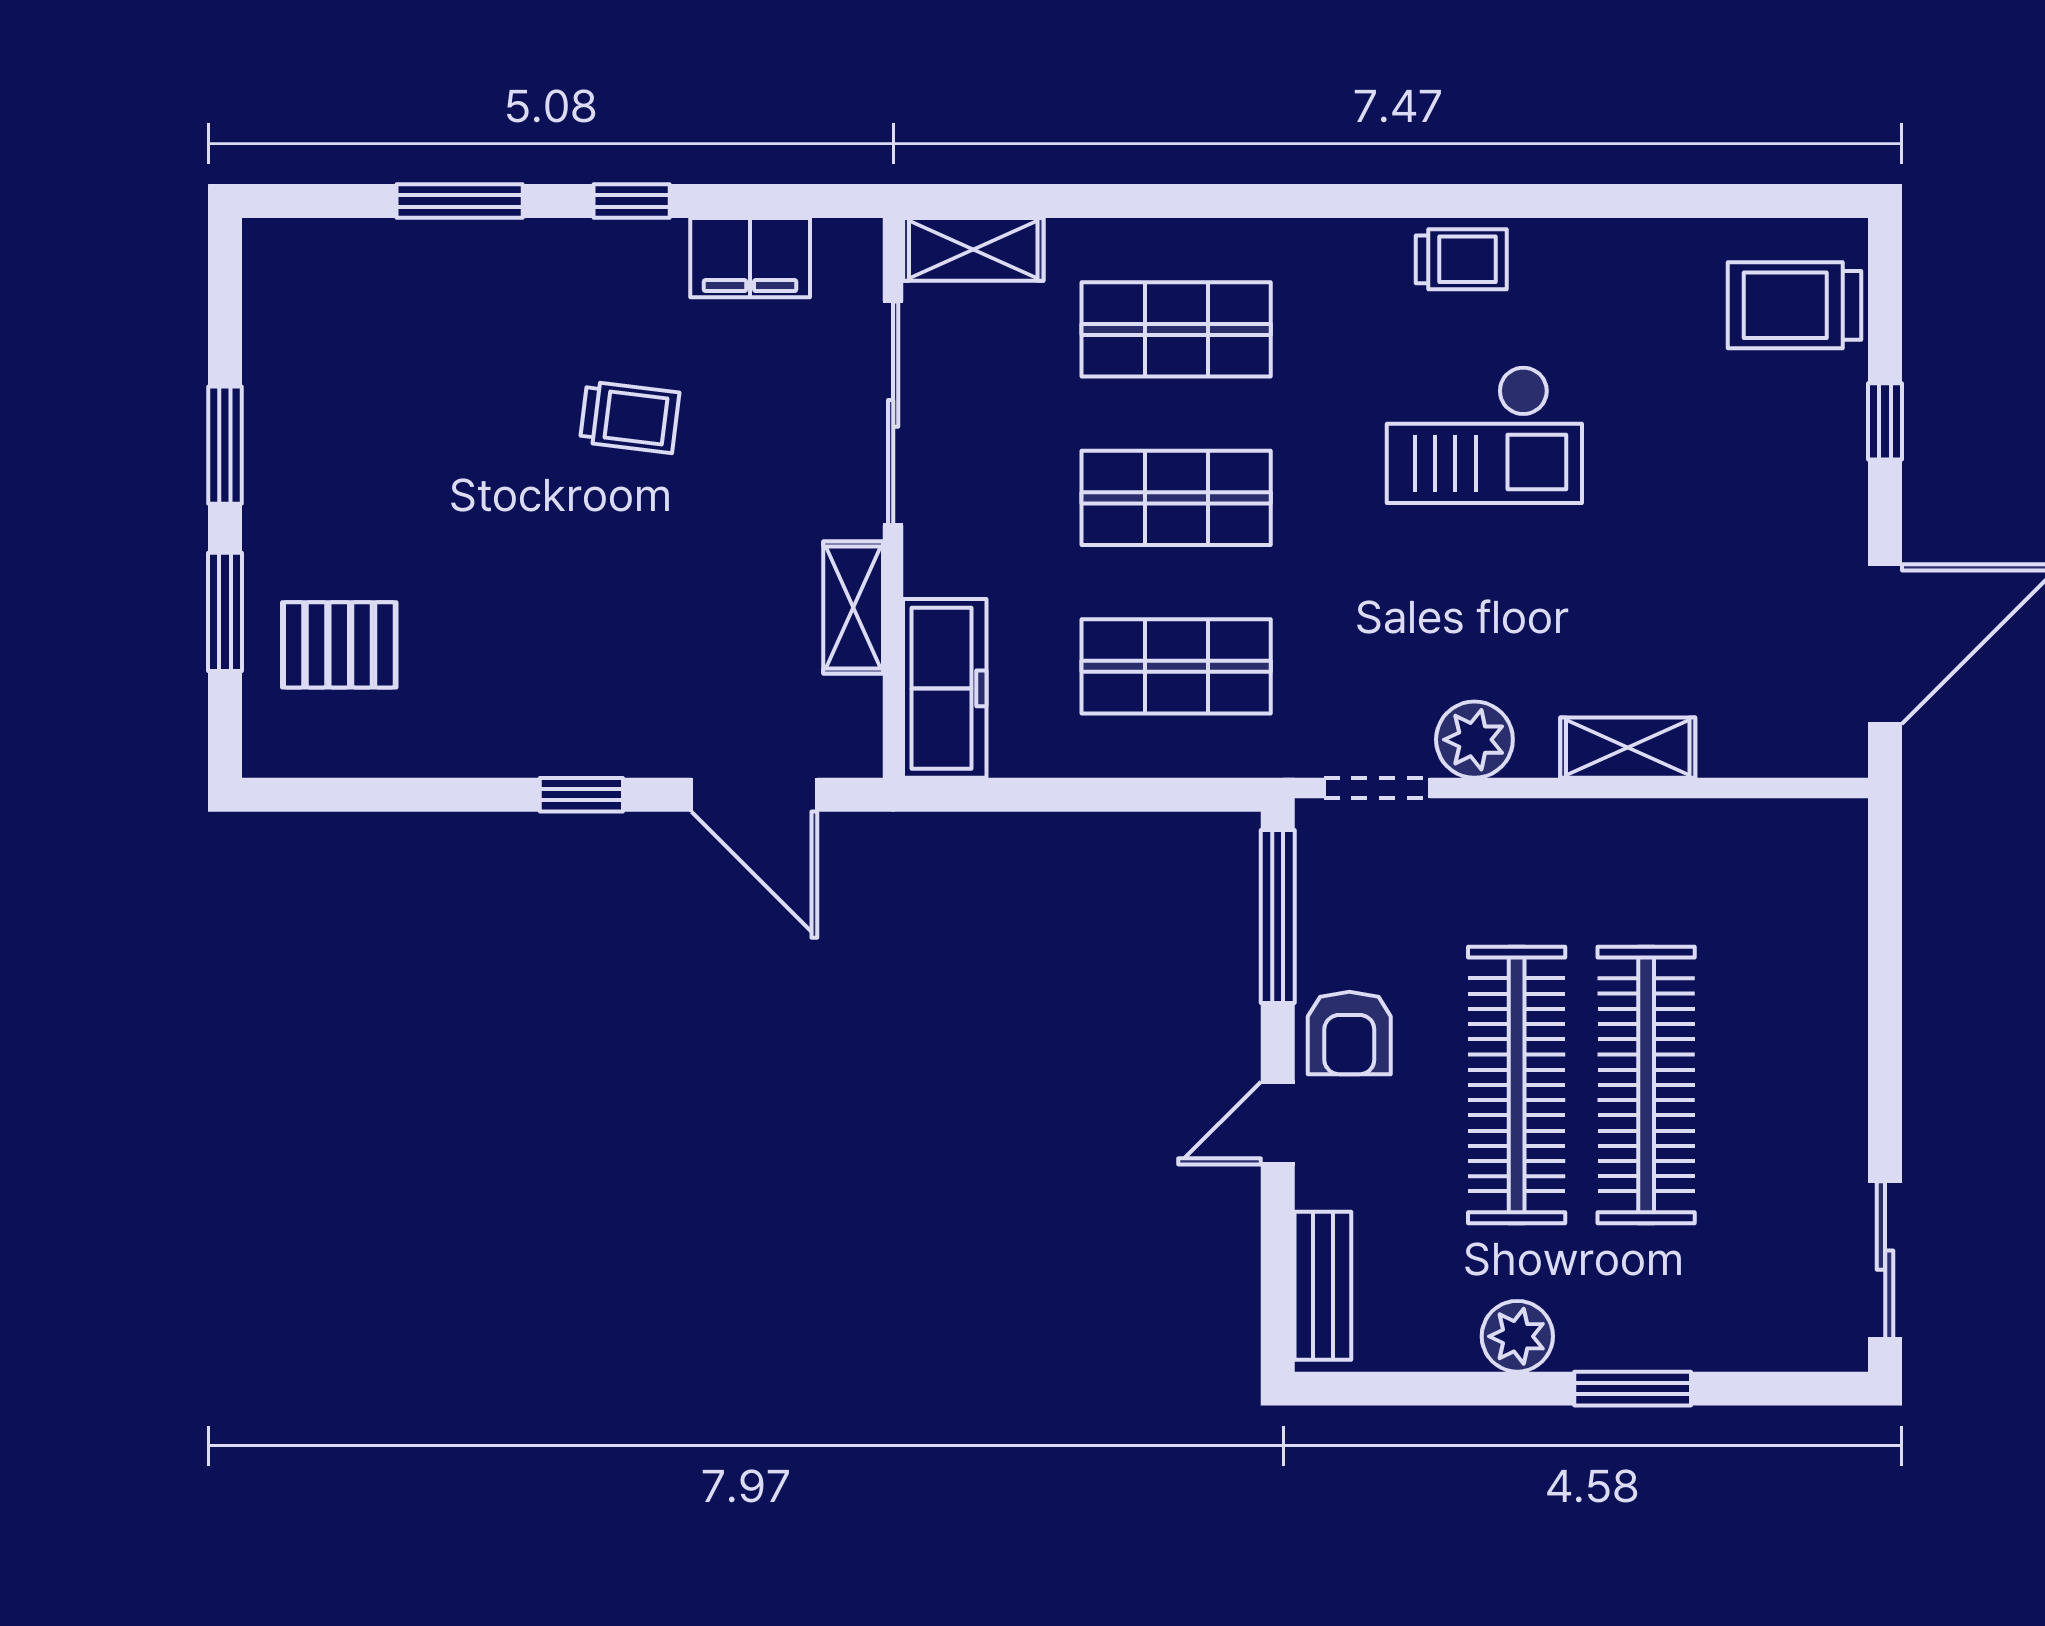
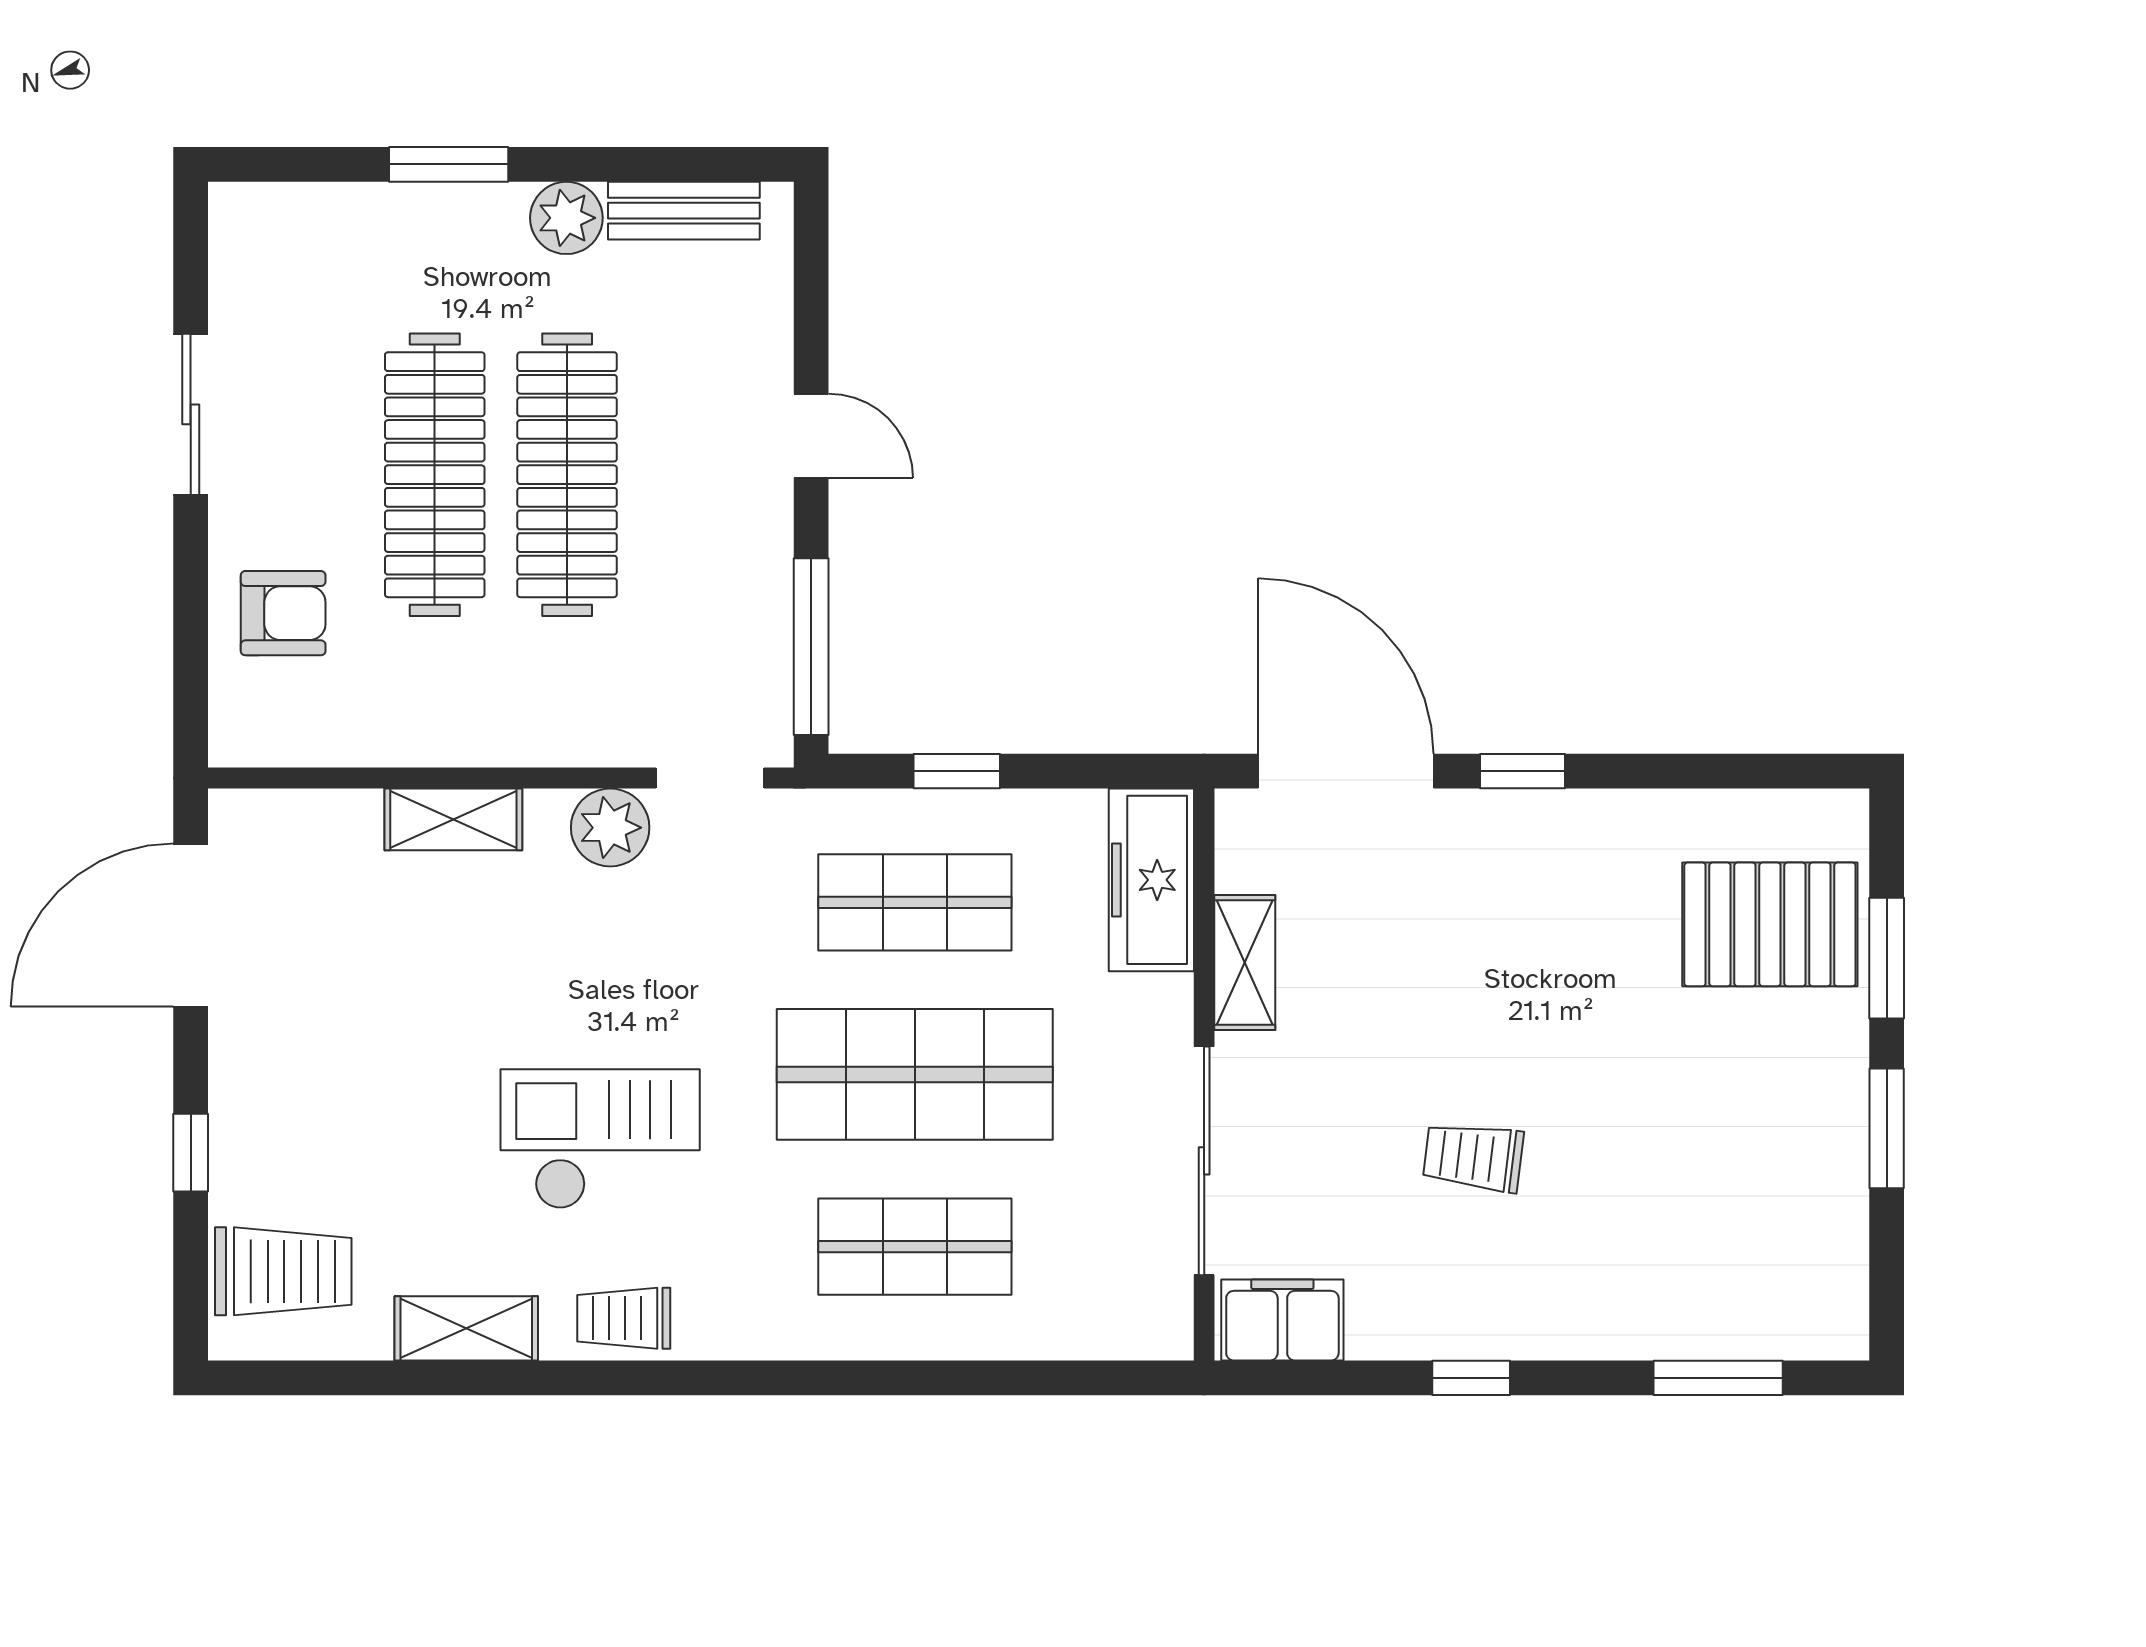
window: (460, 201) -> (1718, 1378), moved
shelving: (973, 249) -> (466, 1328), moved
filing cabinet: (750, 258) -> (1282, 1320), moved
shop shelf: (1176, 498) -> (915, 1074), width x1.43, depth x1.36
pallet: (339, 645) -> (1770, 924), width x1.50, depth x1.42
door: (754, 795) -> (1346, 771), width x1.36
window: (1135, 795) -> (957, 771), added
armchair: (1349, 1033) -> (283, 613), moved, turned 90
door: (1278, 1123) -> (811, 436), hinge flipped
sliding door: (1885, 1260) -> (191, 414), moved
bench: (1323, 1286) -> (684, 211), moved, turned 90

